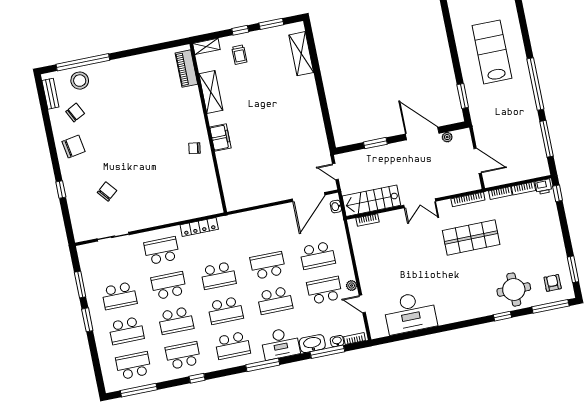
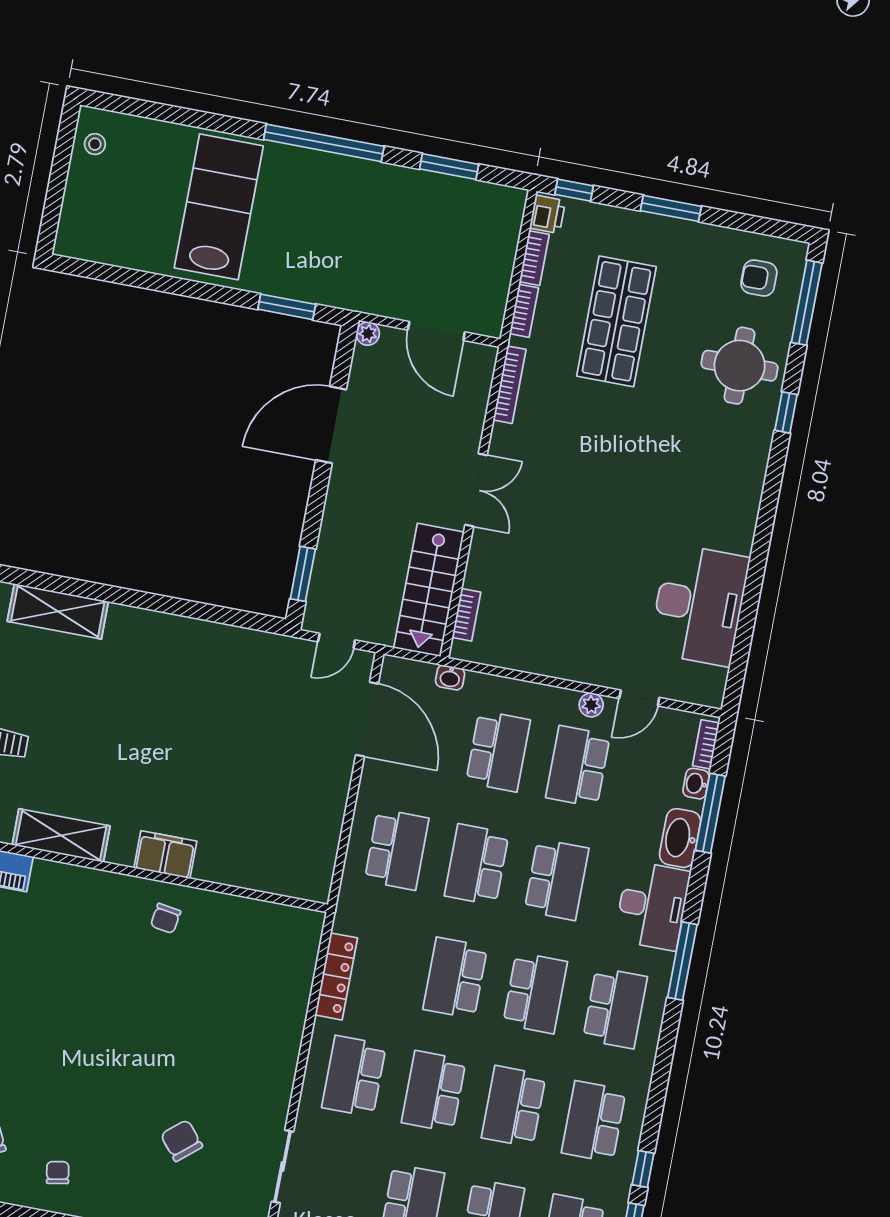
lab bench: (492, 52) -> (219, 207), turned 90
plant: (447, 137) -> (368, 334), moved
window: (546, 139) -> (449, 167), width x0.69
window: (375, 143) -> (303, 574), moved
chair: (73, 146) -> (58, 1173), width x0.54, depth x0.54
door: (478, 161) -> (436, 331), swing flipped
washbasin: (336, 206) -> (450, 677), moved
school desk: (261, 231) -> (397, 849), added
shop shelf: (471, 238) -> (616, 321), moved
window: (573, 269) -> (671, 208), moved
school desk: (218, 276) -> (455, 978), turned 180
school desk: (176, 321) -> (514, 1106), turned 180
window: (197, 378) -> (643, 1169), moved

